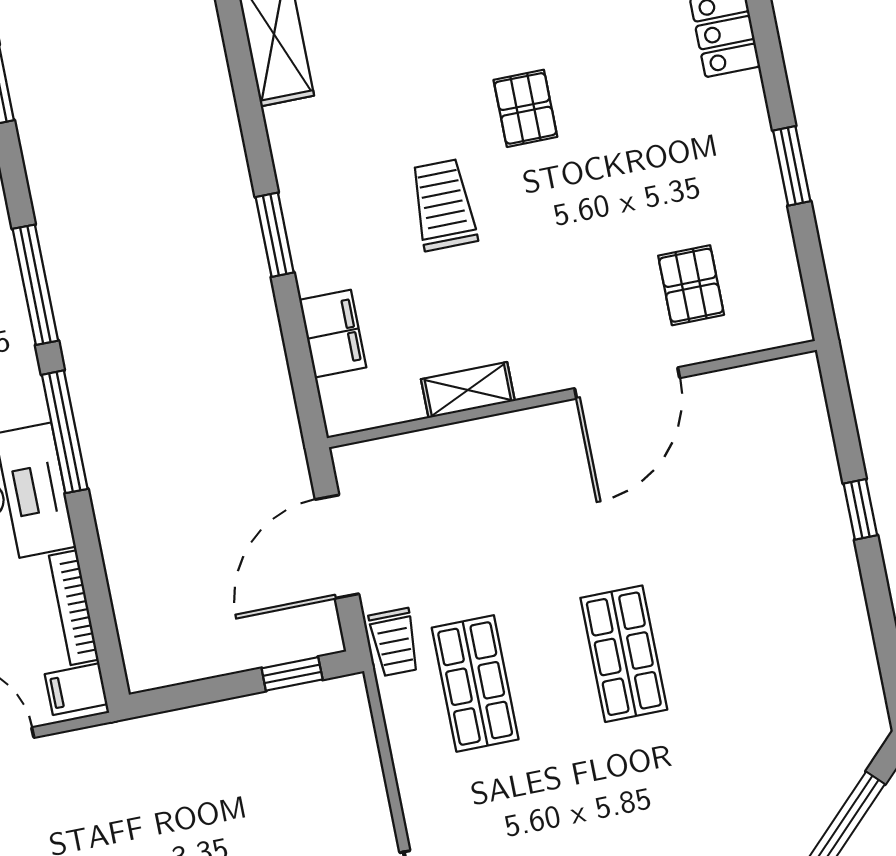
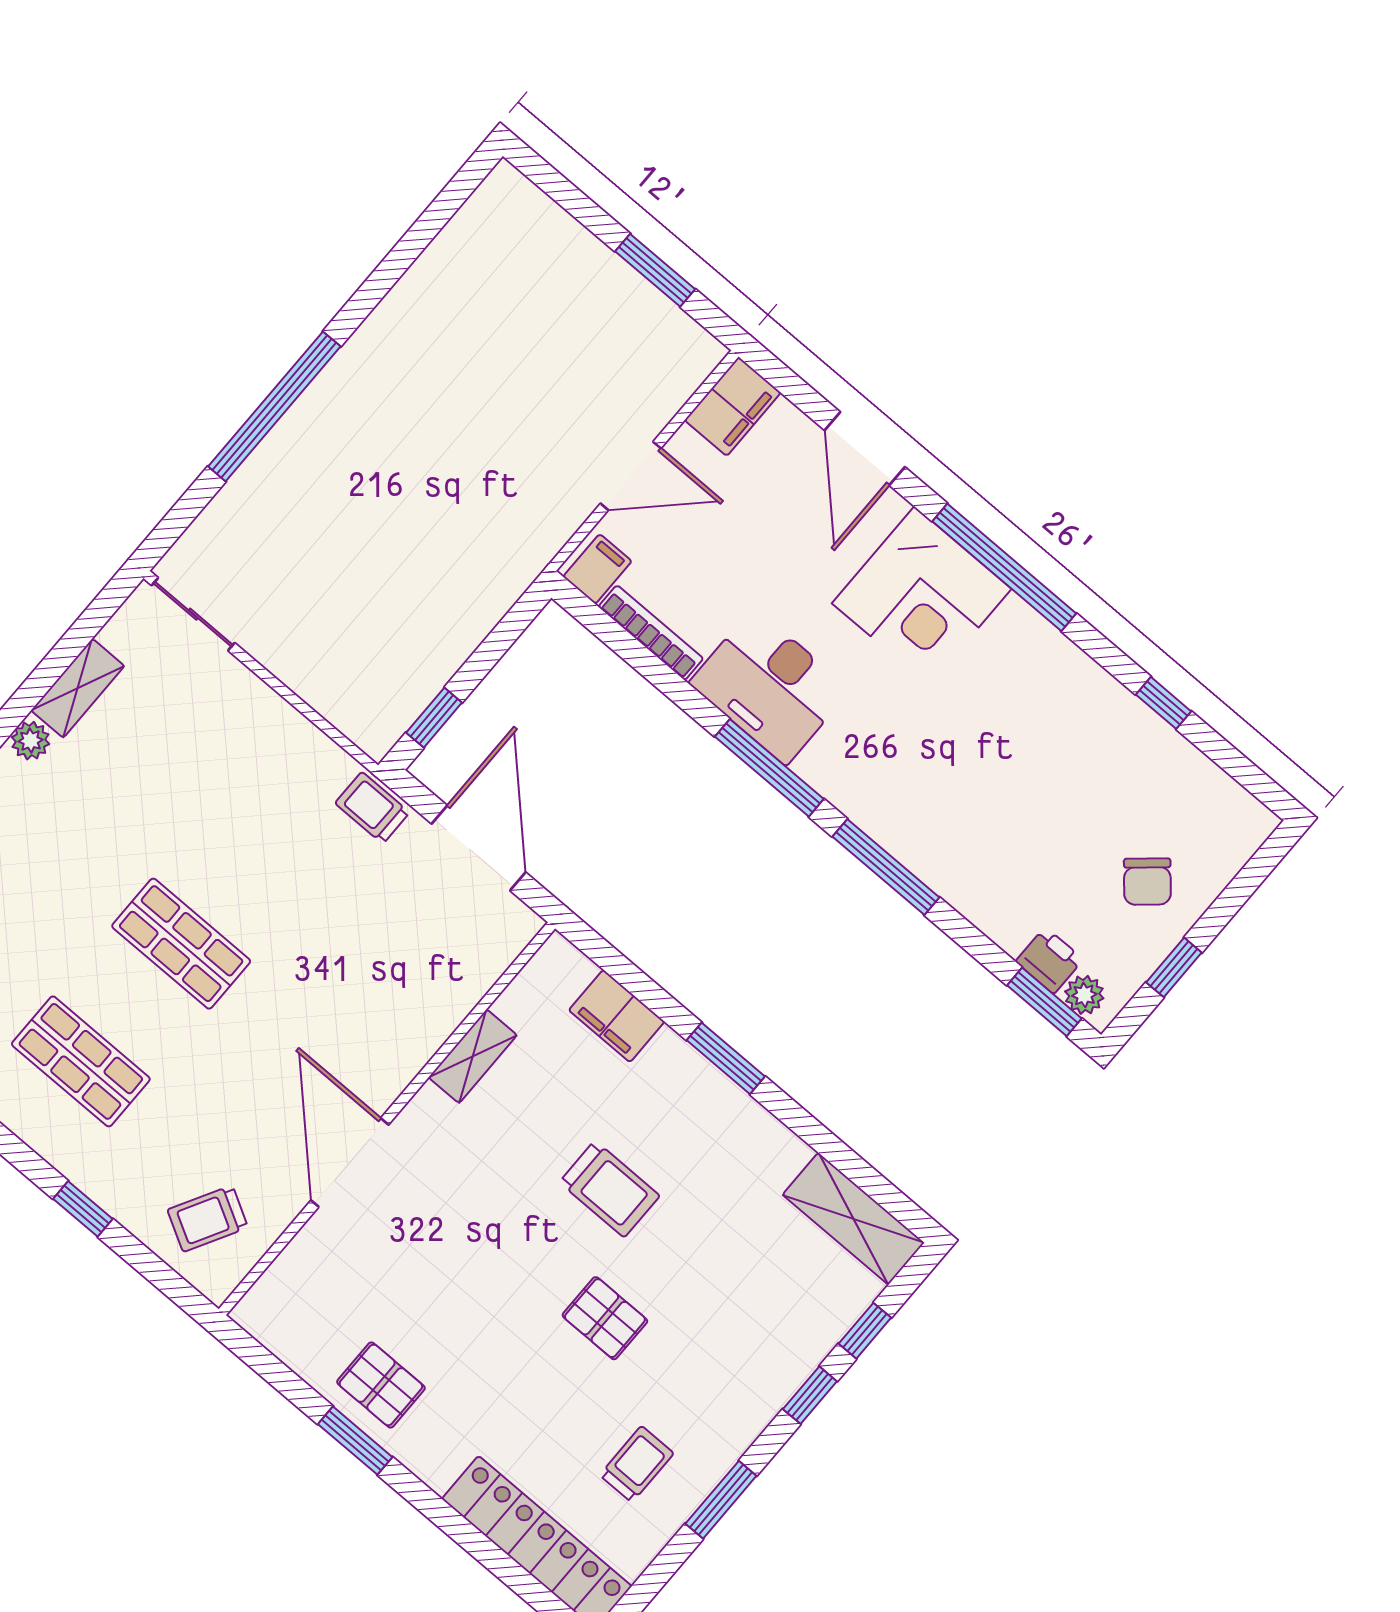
pallet: (691, 285) -> (381, 1385), moved
trolley: (770, 426) -> (208, 1219), added
shop shelf: (475, 683) -> (81, 1061), moved

